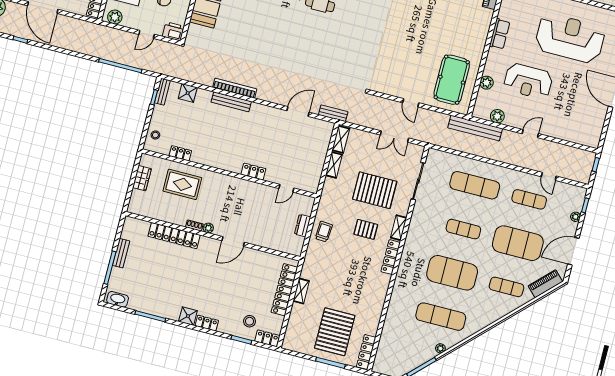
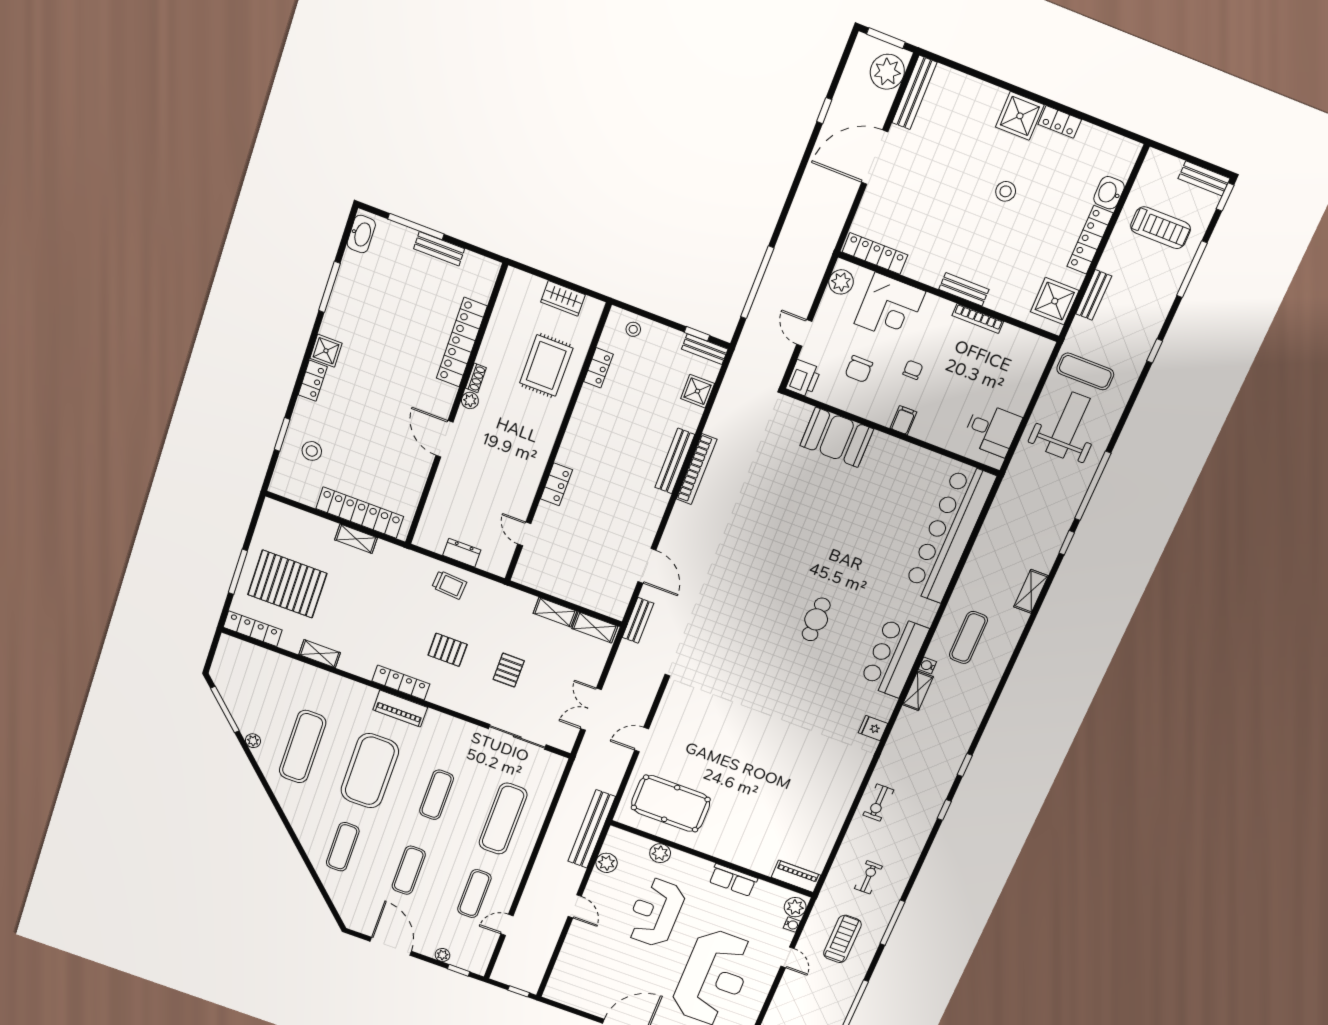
pallet: (375, 190) -> (509, 670), width x0.49, depth x0.50
shelving: (399, 228) -> (320, 654), moved
pallet: (366, 229) -> (448, 650), turned 90
exercise mat: (518, 243) -> (409, 870), width x0.50, depth x0.69
piano: (545, 284) -> (400, 709), moved, turned 135
locker: (267, 338) -> (282, 476), removed

